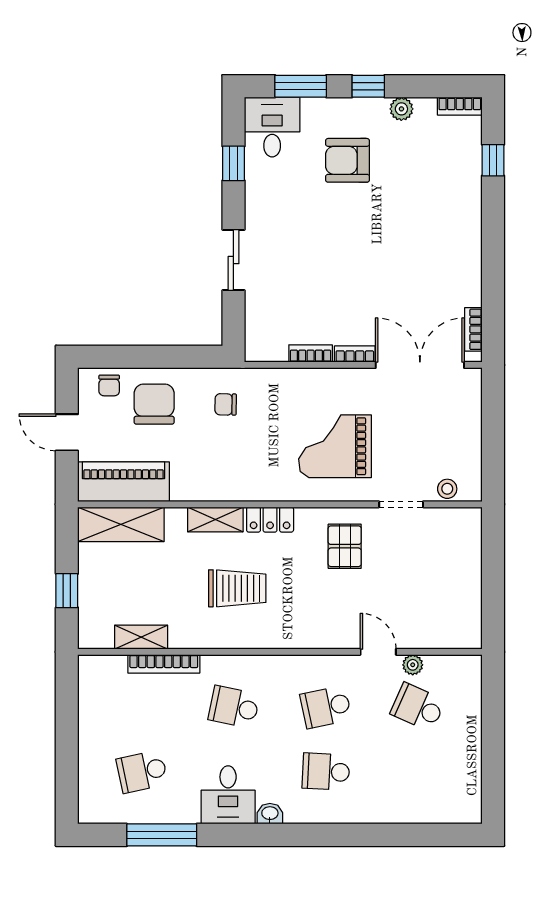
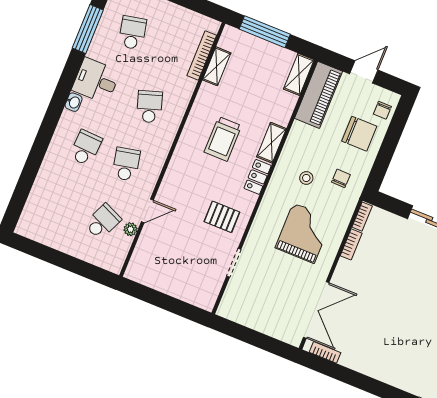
bookcase: (355, 354) -> (362, 217), moved
chair: (109, 385) -> (382, 110), turned -90
grand piano: (335, 446) -> (304, 233), moved
stool: (447, 489) -> (306, 178), moved
shelving: (121, 524) -> (299, 74), width x0.67, depth x0.75
window: (67, 591) -> (265, 32), width x2.17
bookcase: (164, 664) -> (202, 55), moved
school desk: (234, 707) -> (149, 107), turned -30

